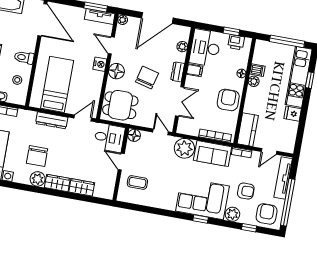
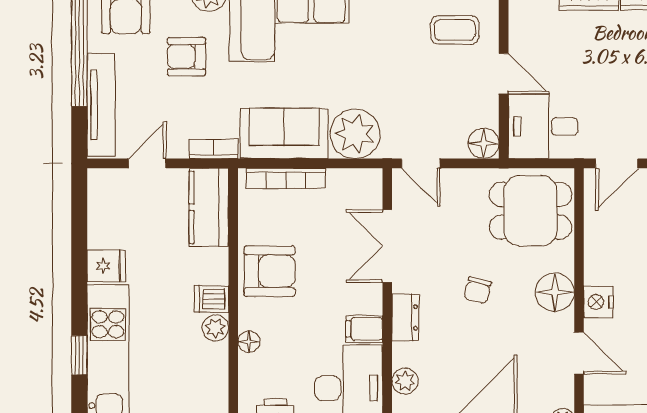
dishwasher: (257, 70) -> (211, 299), moved
chair: (147, 77) -> (478, 290), width x0.54, depth x0.54
armchair: (228, 100) -> (270, 271), turned -90

